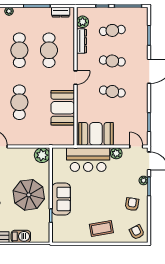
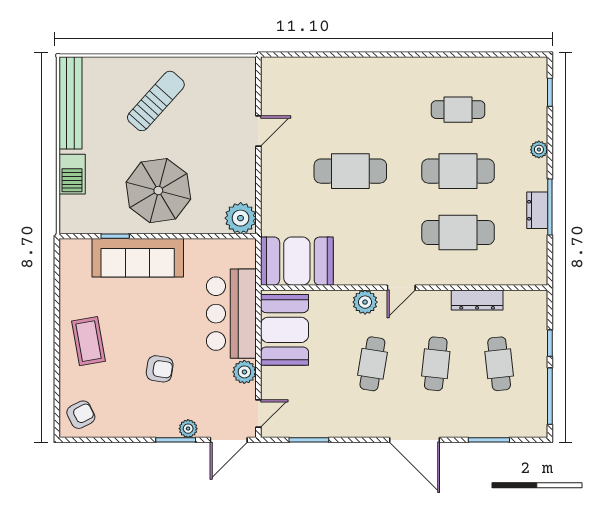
dresser: (61, 12) -> (537, 210), moved
plant: (83, 22) -> (365, 302), moved
door: (76, 78) -> (401, 288), hinge flipped
booth: (63, 108) -> (297, 261), moved
sofa: (61, 199) -> (138, 258), width x1.36
armchair: (132, 204) -> (160, 369), moved

